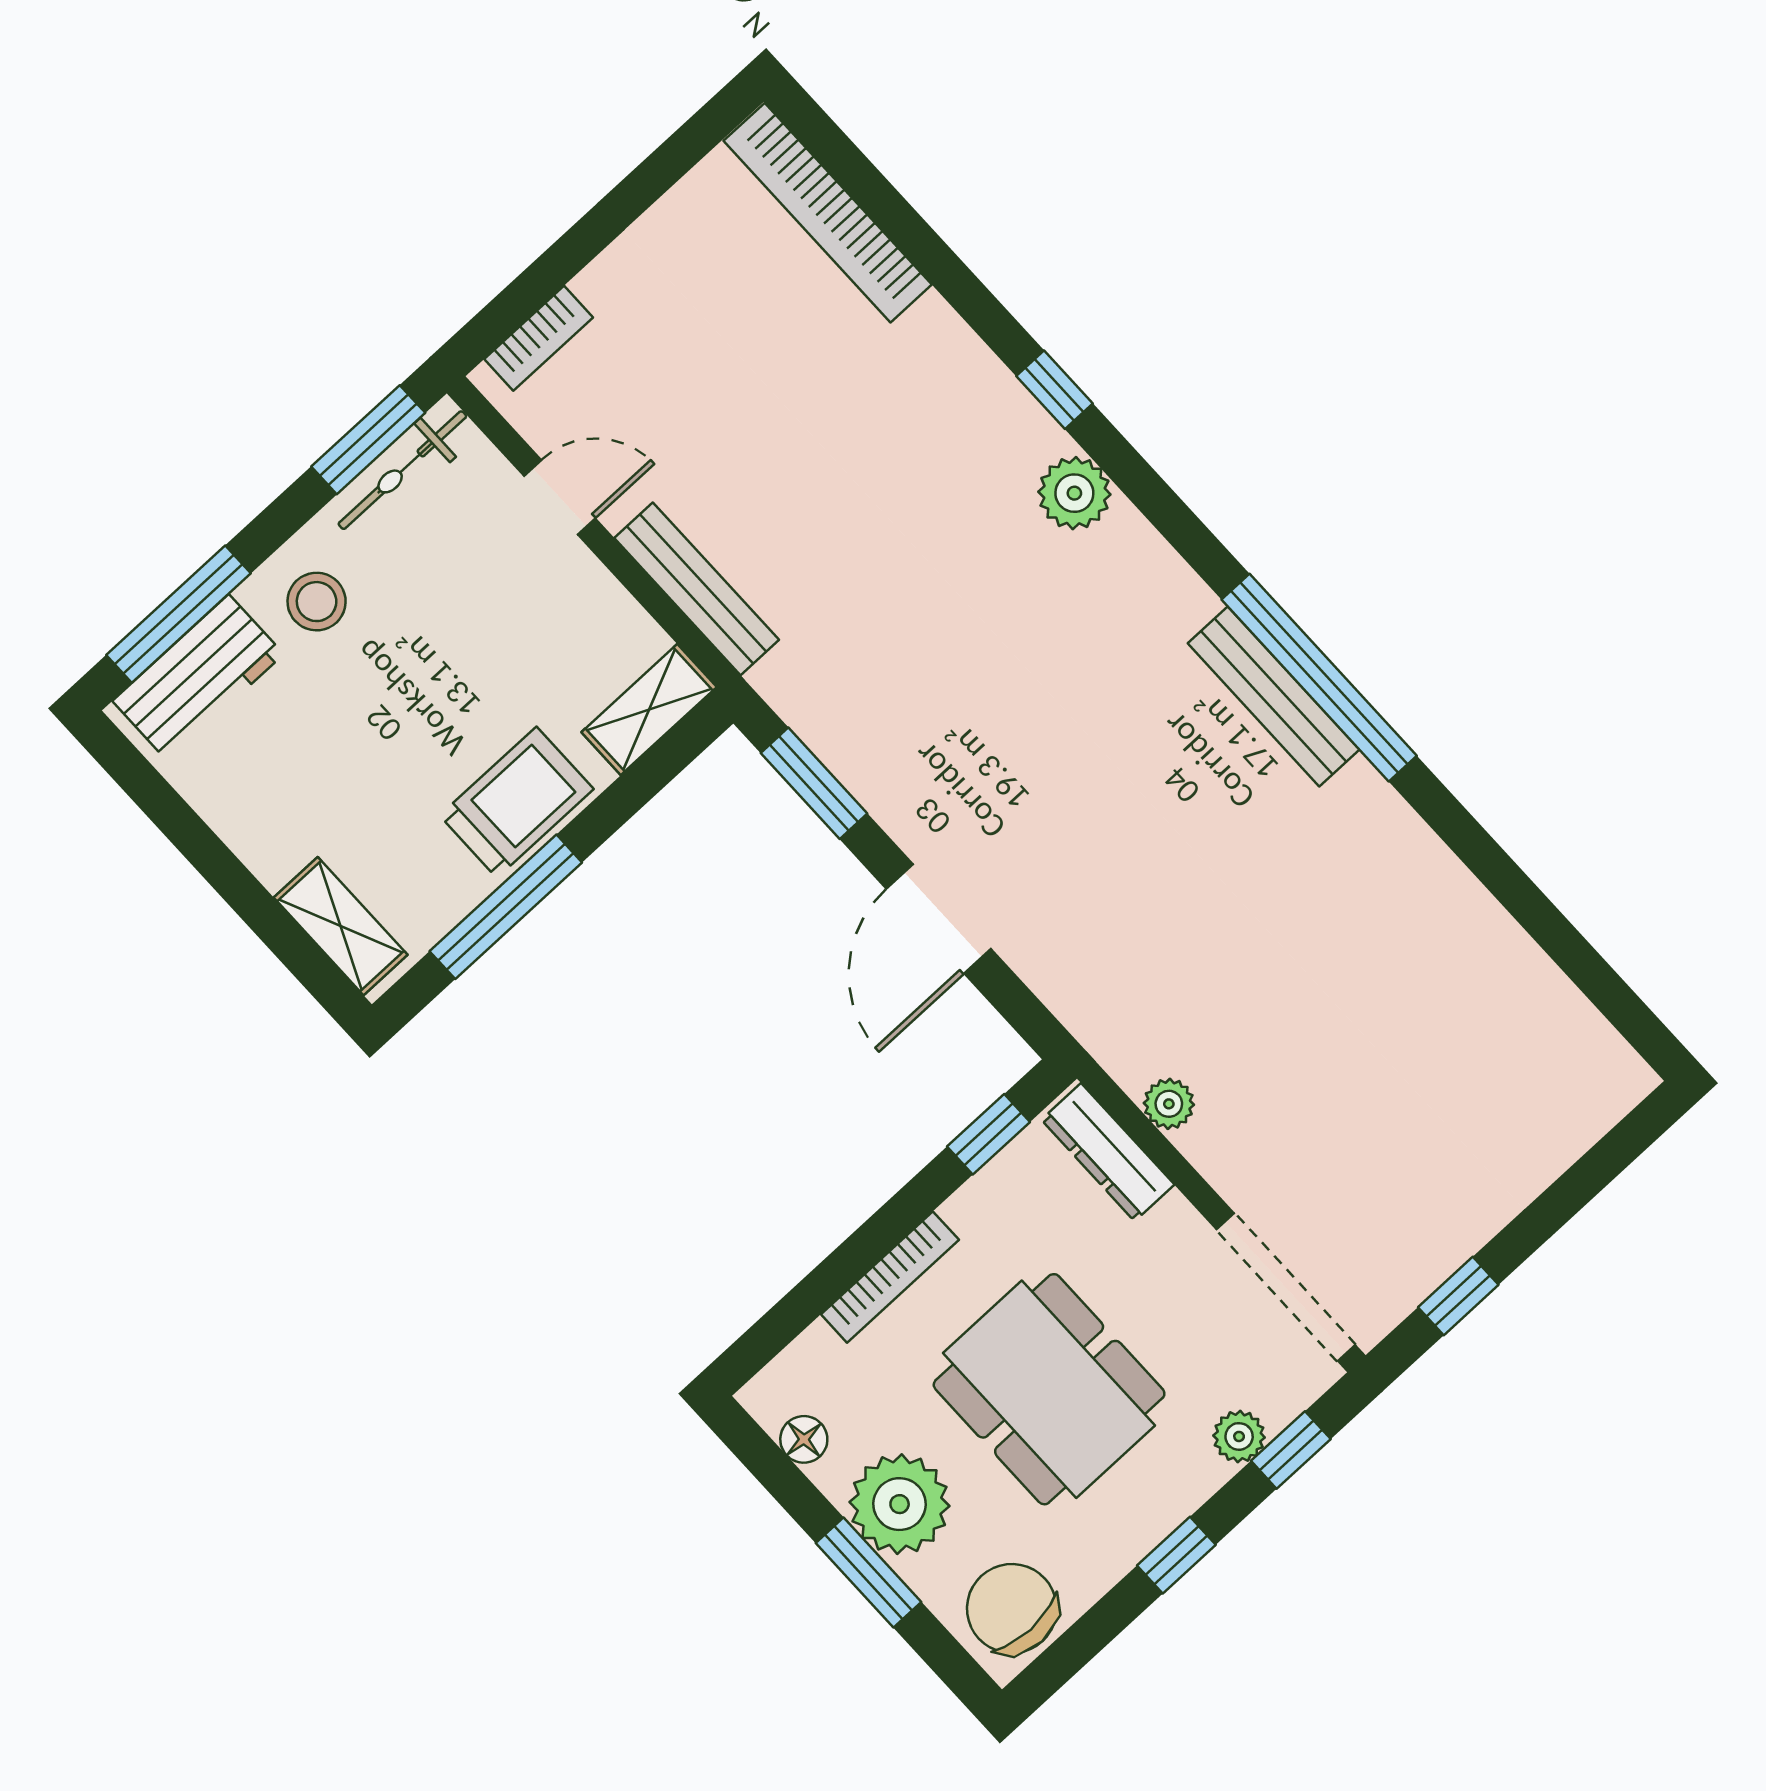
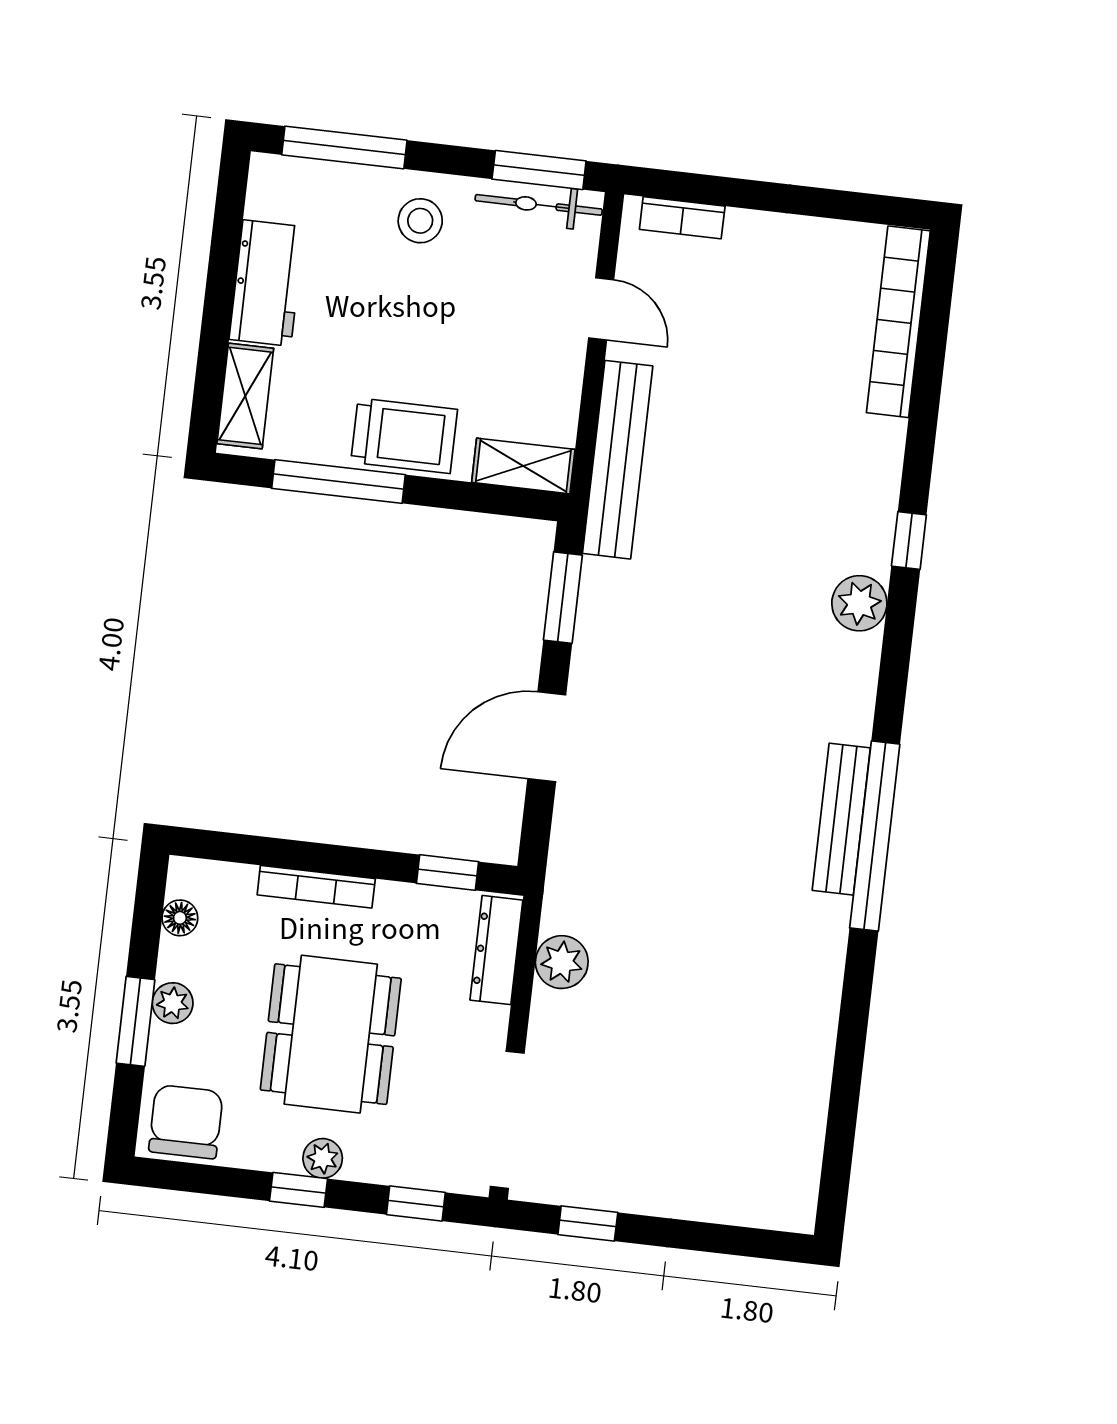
bench: (697, 589) -> (618, 460), width x1.37, depth x1.21
workbench: (198, 677) -> (267, 283), moved, turned -90
plant: (1169, 1104) -> (562, 962), width x1.38, depth x1.38
plant: (1239, 1436) -> (323, 1158), moved
plant: (900, 1504) -> (173, 1003), width x0.53, depth x0.53

